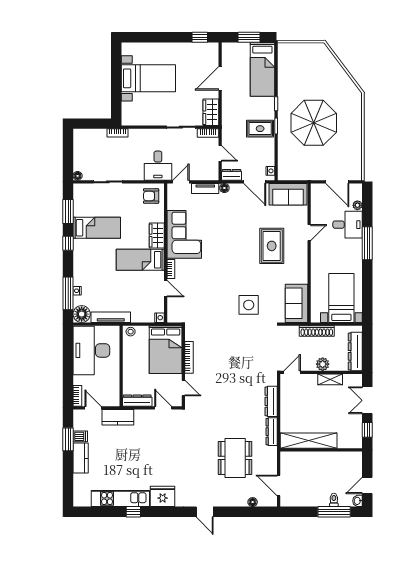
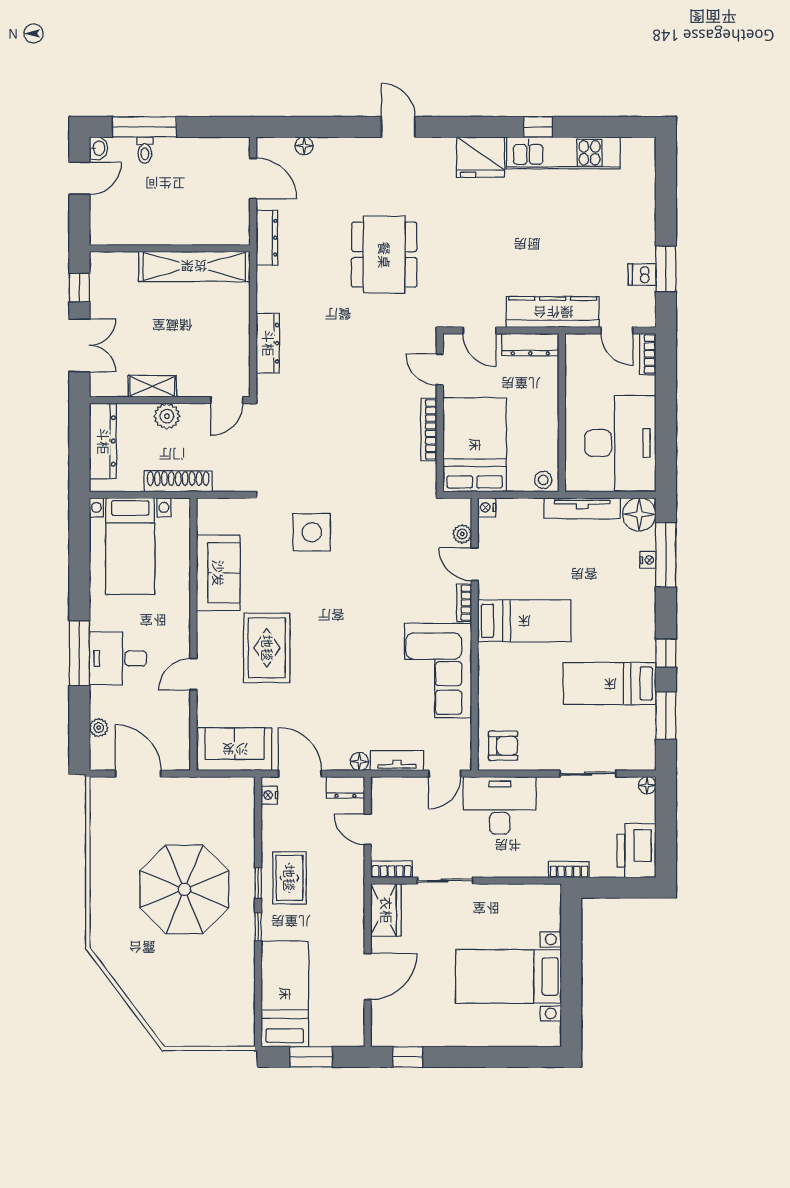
rug: (260, 129) -> (289, 878), turned 90
printer: (83, 143) -> (636, 850), added
desk: (158, 166) -> (500, 805), width x1.37
desk: (348, 225) -> (118, 658), moved
wardrobe: (157, 235) -> (492, 669), removed
sofa: (296, 303) -> (218, 573), moved
plant: (172, 304) -> (462, 534), added
kitchen counter: (118, 417) -> (553, 312), width x1.50
dresser: (272, 432) -> (267, 238), moved
kitchen counter: (81, 458) -> (641, 232), removed
dining table: (235, 458) -> (384, 255), moved

